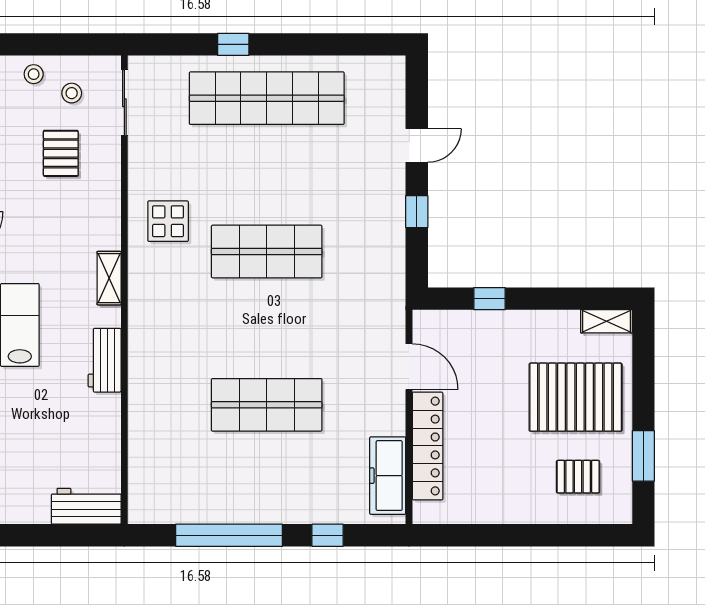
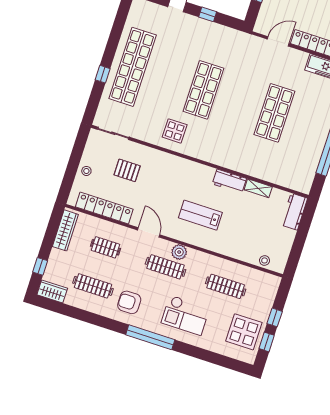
stool: (72, 93) -> (101, 156), removed
shelving: (109, 278) -> (258, 188), moved

